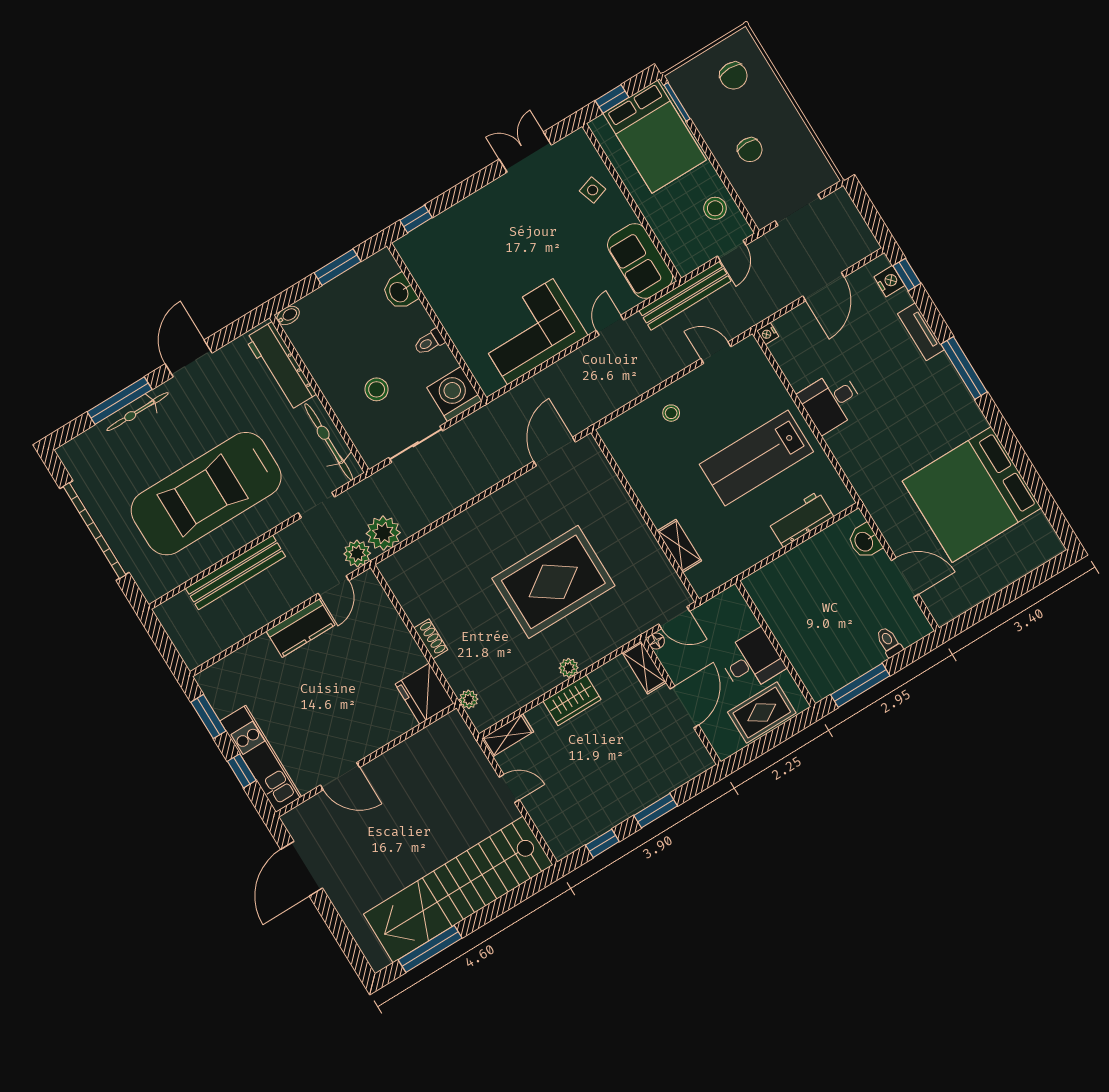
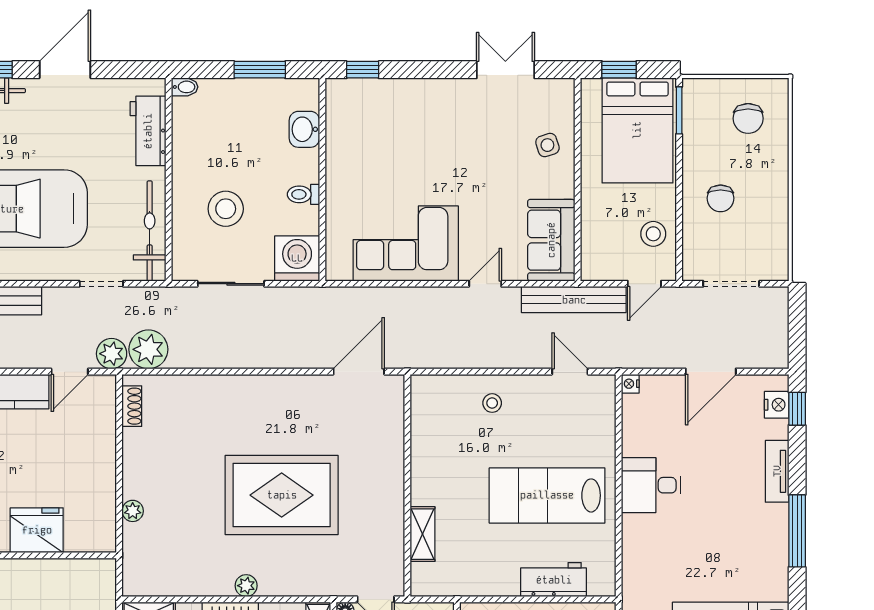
workbench: (281, 366) -> (148, 131), width x0.73
stool: (377, 389) -> (226, 209), width x1.38, depth x1.38
shoe rack: (431, 639) -> (132, 406), moved
fridge: (425, 694) -> (37, 530), moved, turned 90
plant: (469, 699) -> (133, 511), moved

